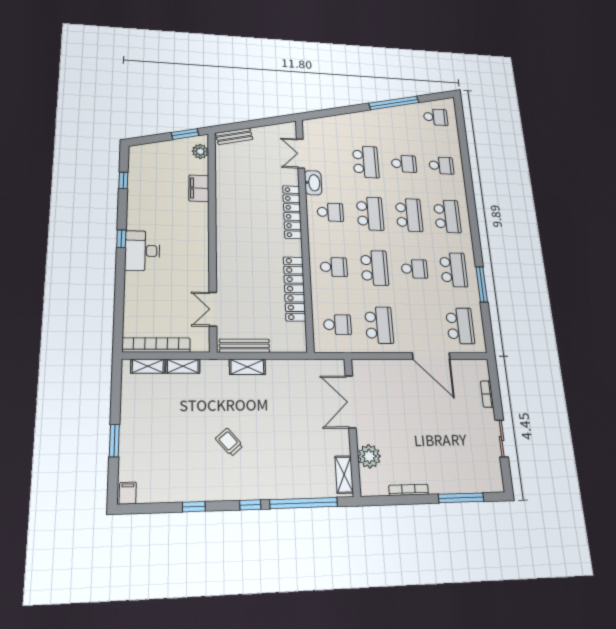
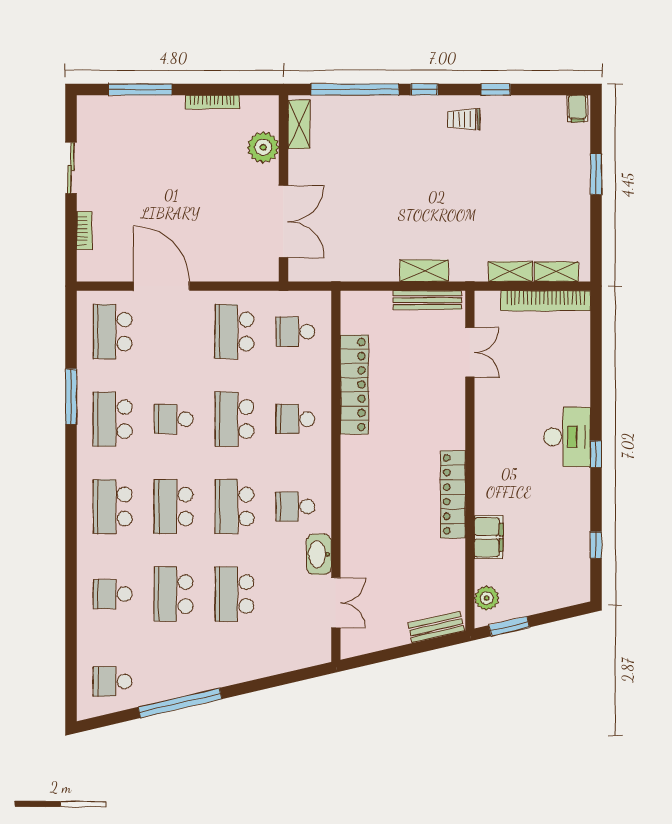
school desk: (404, 164) -> (174, 594), width x1.85
locker: (292, 212) -> (453, 494), moved, turned 180
trolley: (229, 442) -> (464, 119), moved, turned 131

